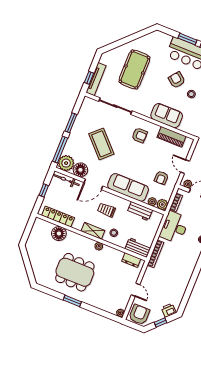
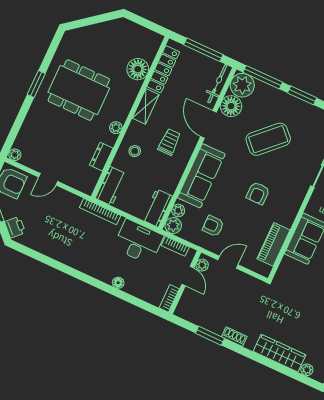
armchair: (140, 135) -> (258, 193), moved
window: (44, 190) -> (203, 50), width x2.17
workbench: (140, 211) -> (157, 208), moved
shelving: (93, 231) -> (146, 106), moved
dresser: (131, 260) -> (101, 157), moved
dining table: (75, 272) -> (79, 90), turned 90

